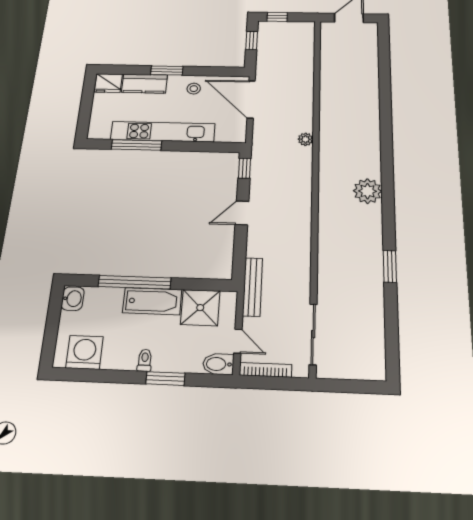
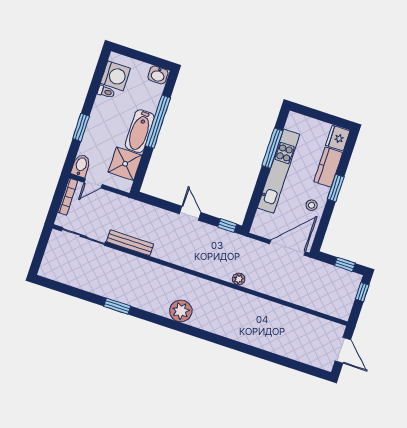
bench: (253, 287) -> (130, 243), moved
toilet: (145, 360) -> (106, 92), moved

